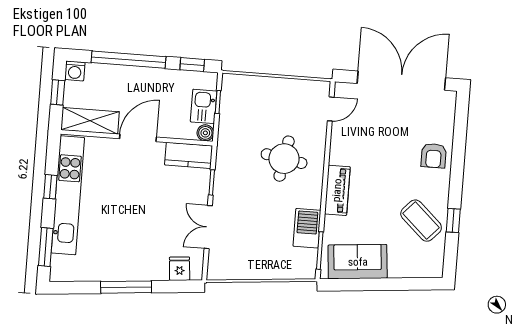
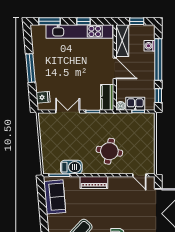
washing machine: (75, 71) -> (150, 46), moved

